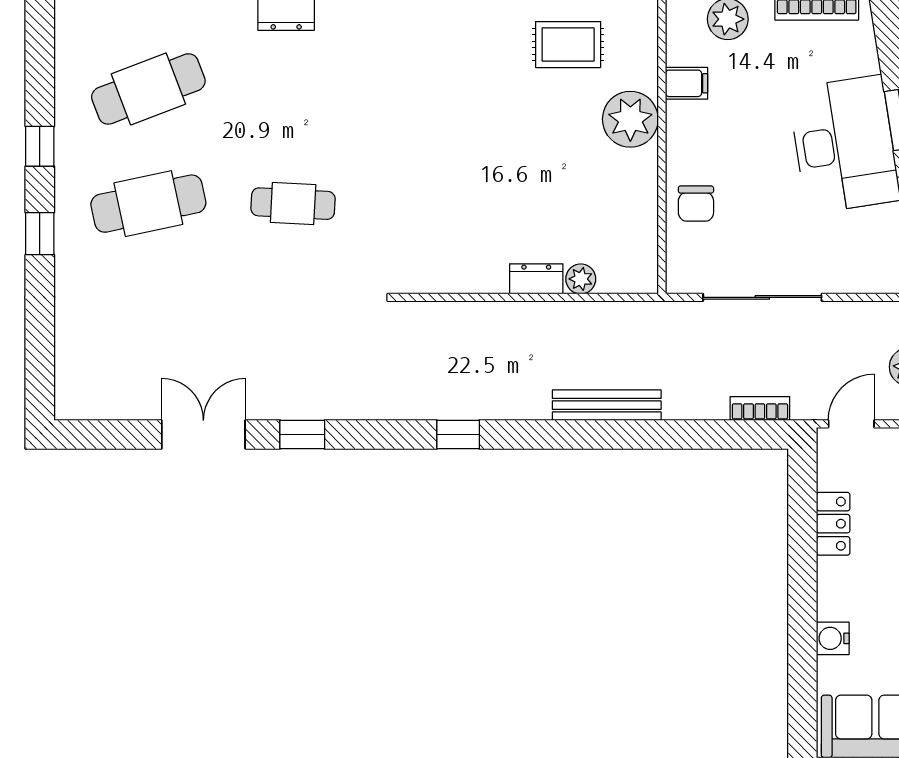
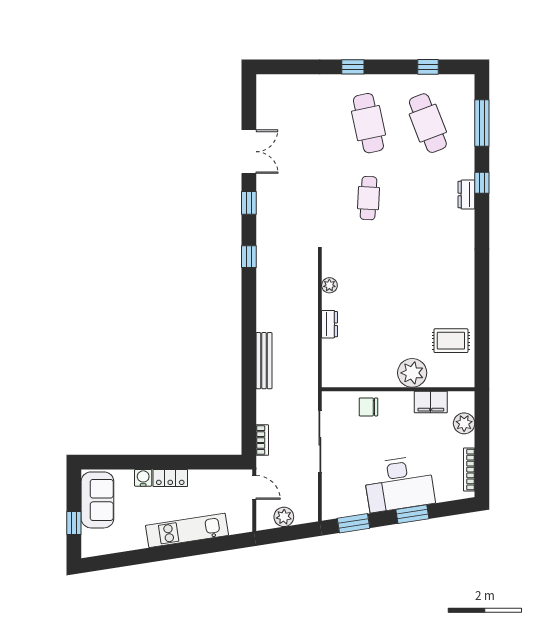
rug: (568, 45) -> (451, 341), turned 90
filing cabinet: (686, 83) -> (431, 402), width x2.00
window: (40, 146) -> (428, 67), moved
plant: (581, 279) -> (329, 285), moved
window: (458, 434) -> (249, 257), moved
locker: (833, 524) -> (170, 478), moved

